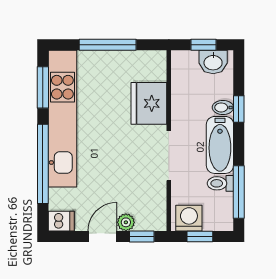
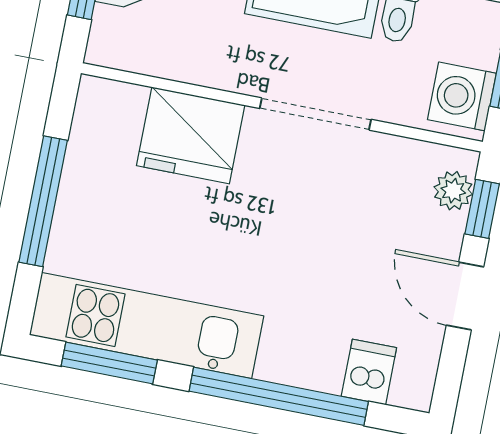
kitchen unit: (62, 119) -> (147, 325), width x0.73
dishwasher: (61, 221) -> (369, 372), moved
plant: (126, 222) -> (453, 191), moved

